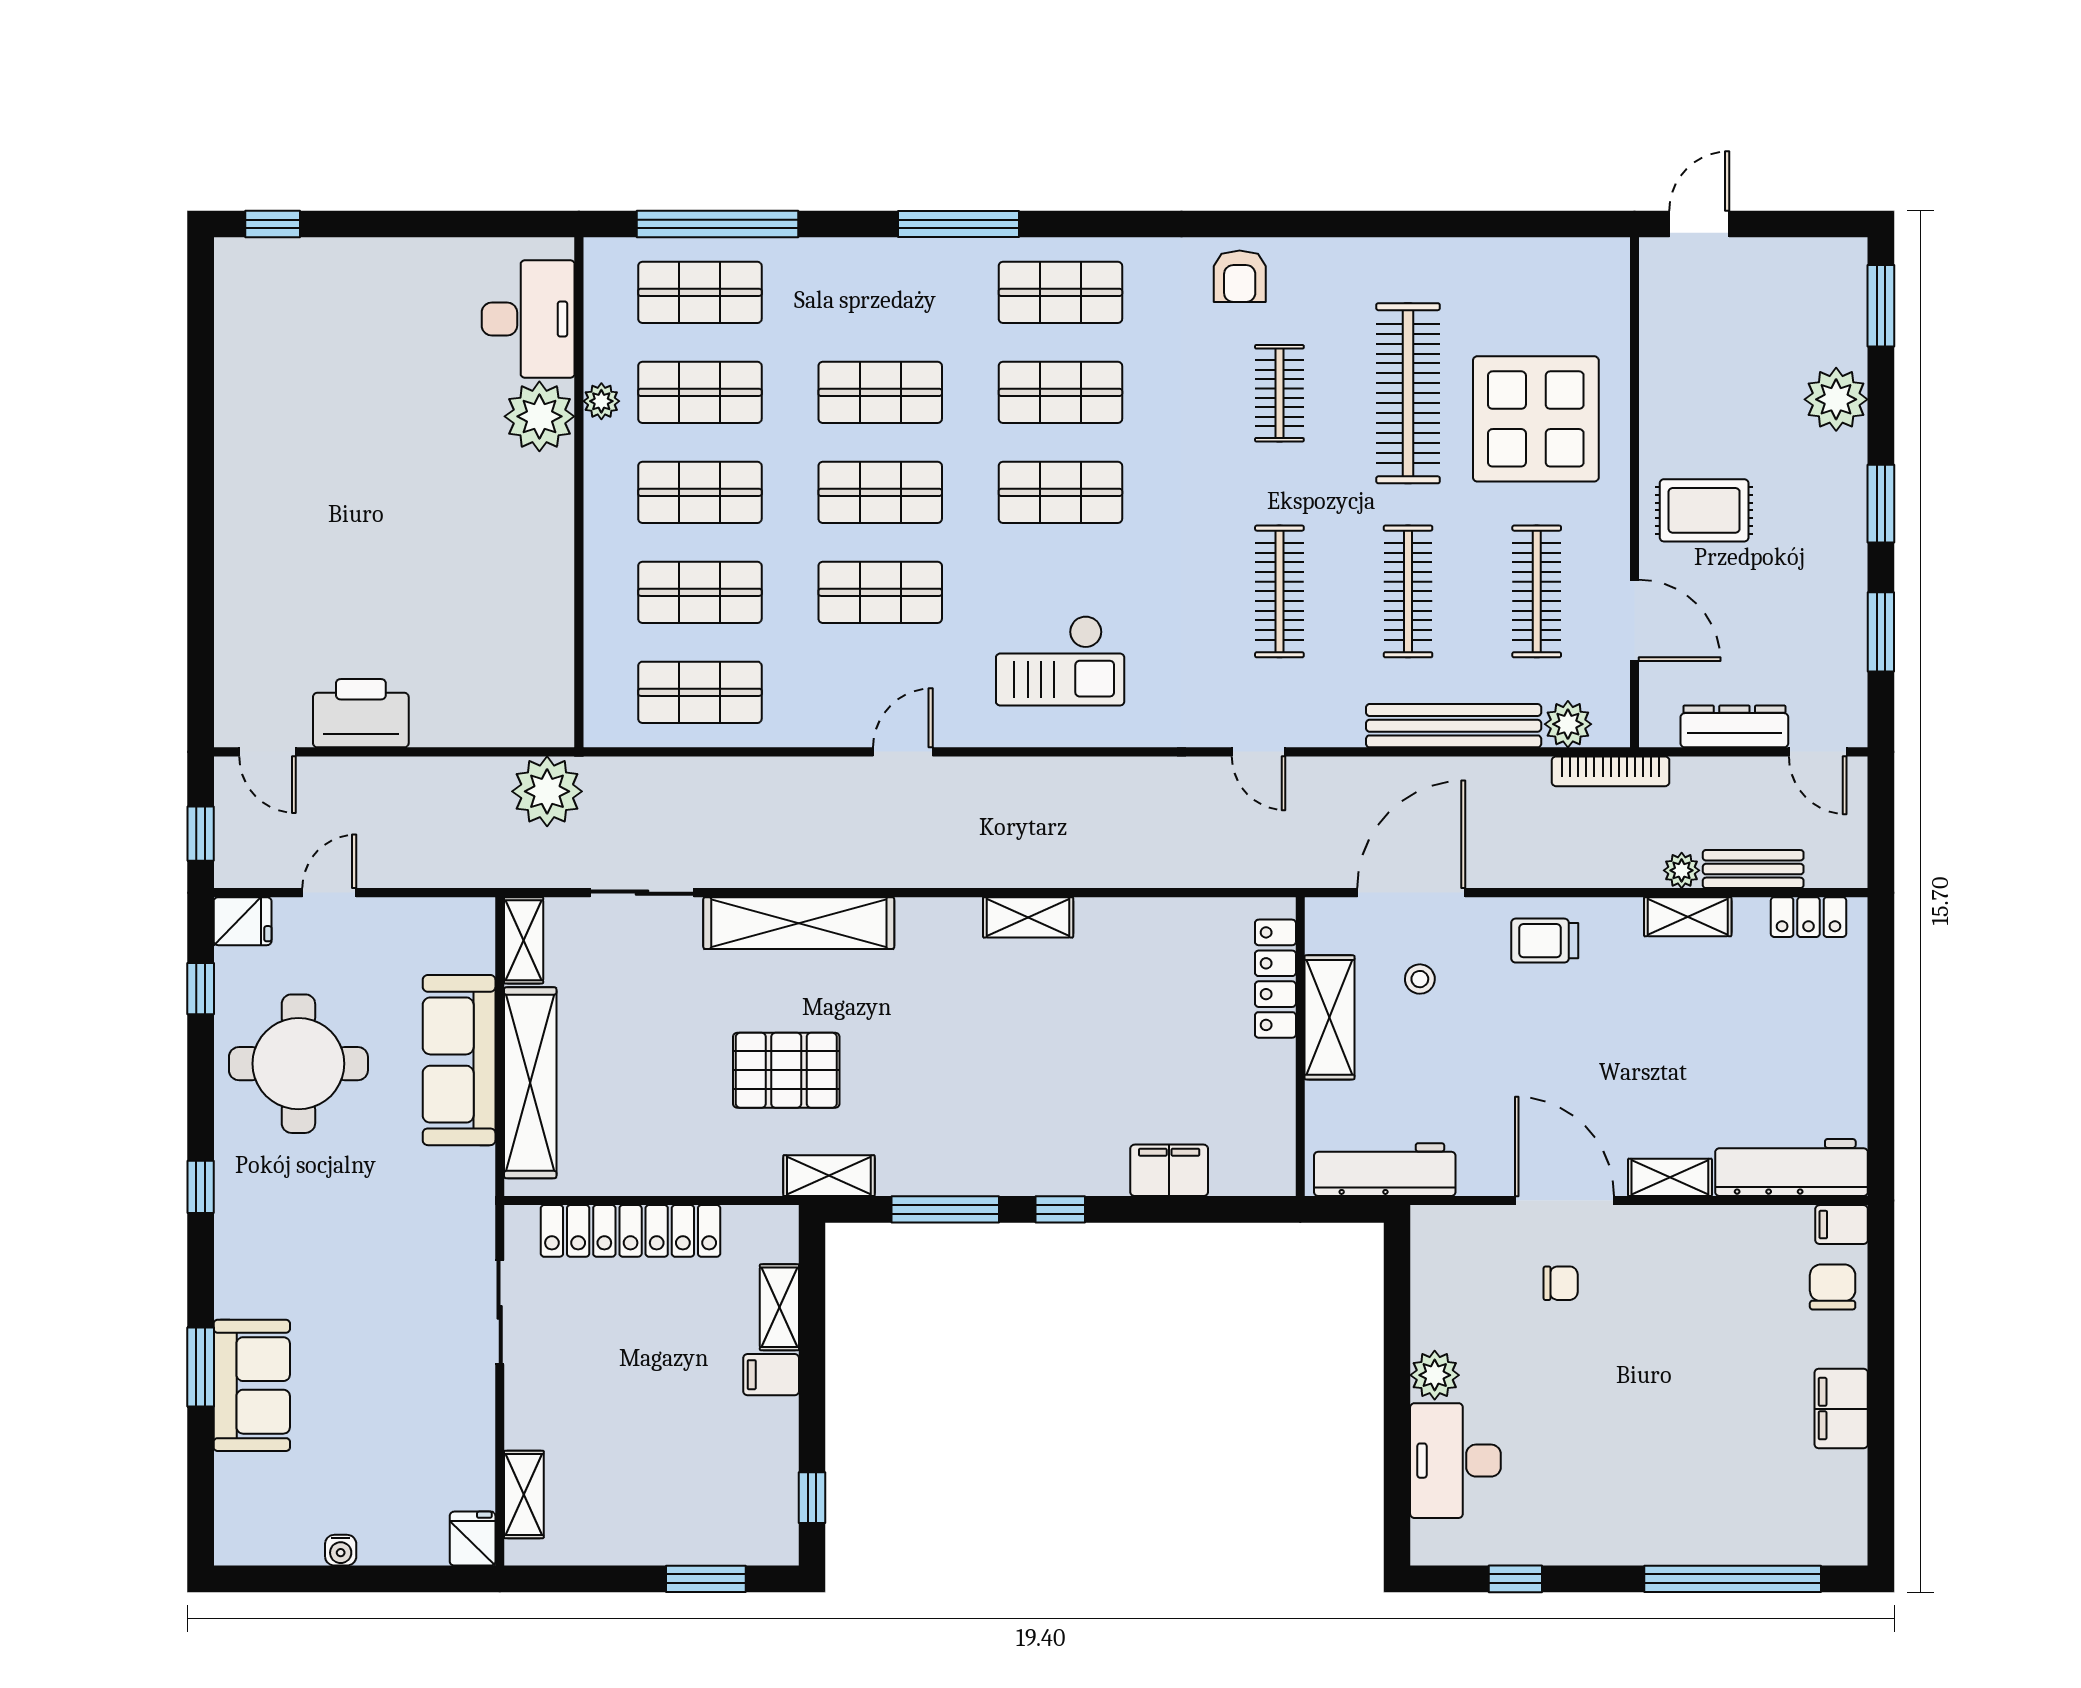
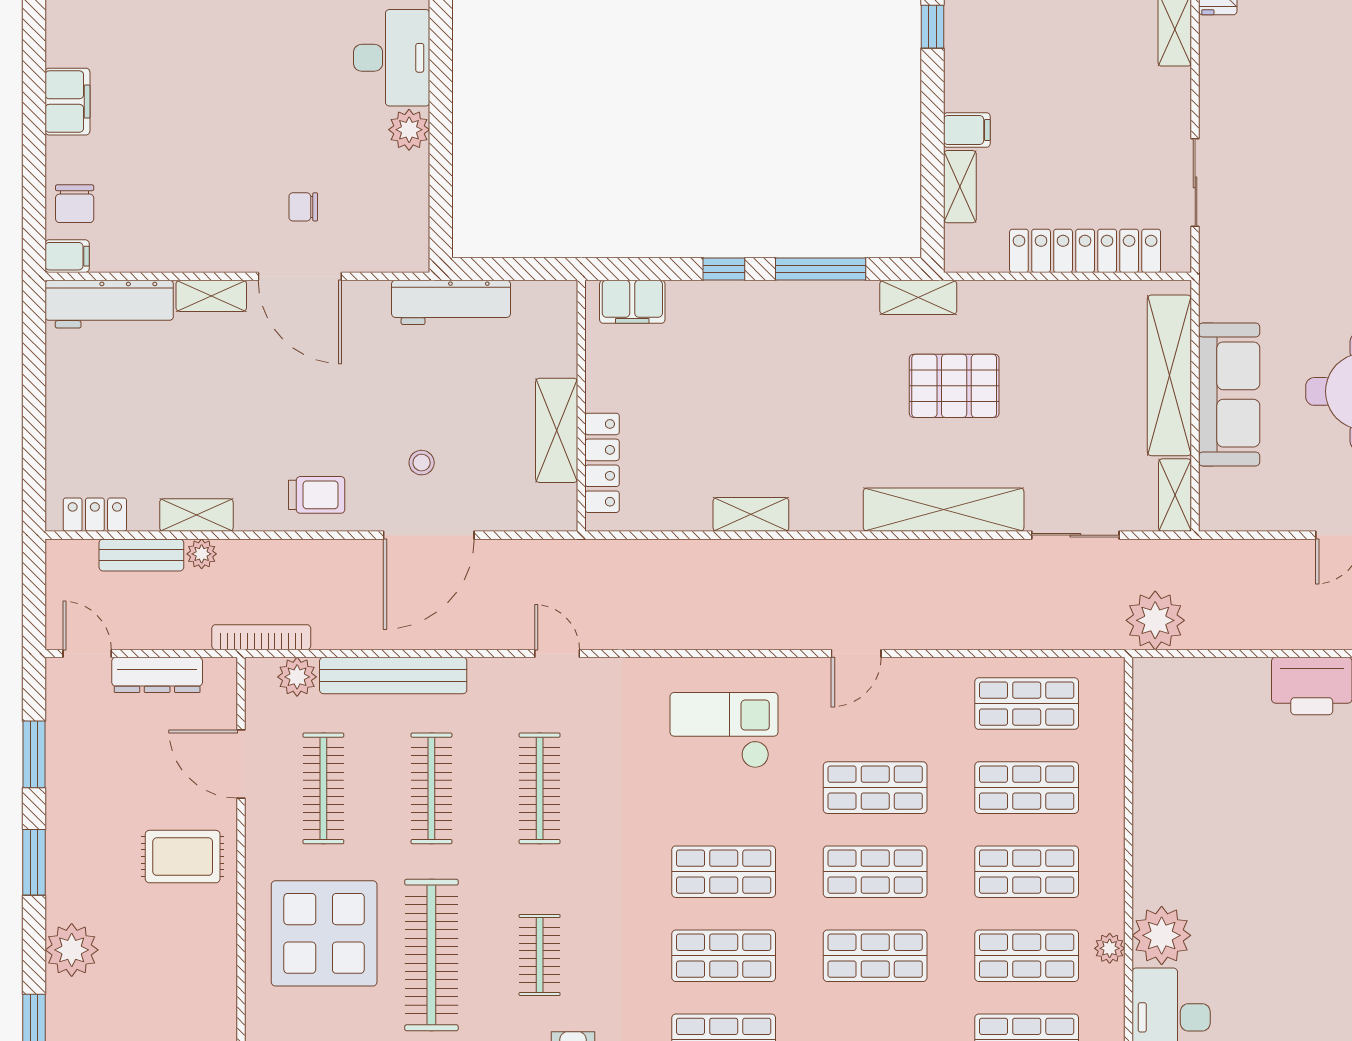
locker: (1275, 979) -> (602, 463), moved
shelving: (1330, 1017) -> (557, 430), moved
wall: (1300, 1047) -> (581, 406), moved

